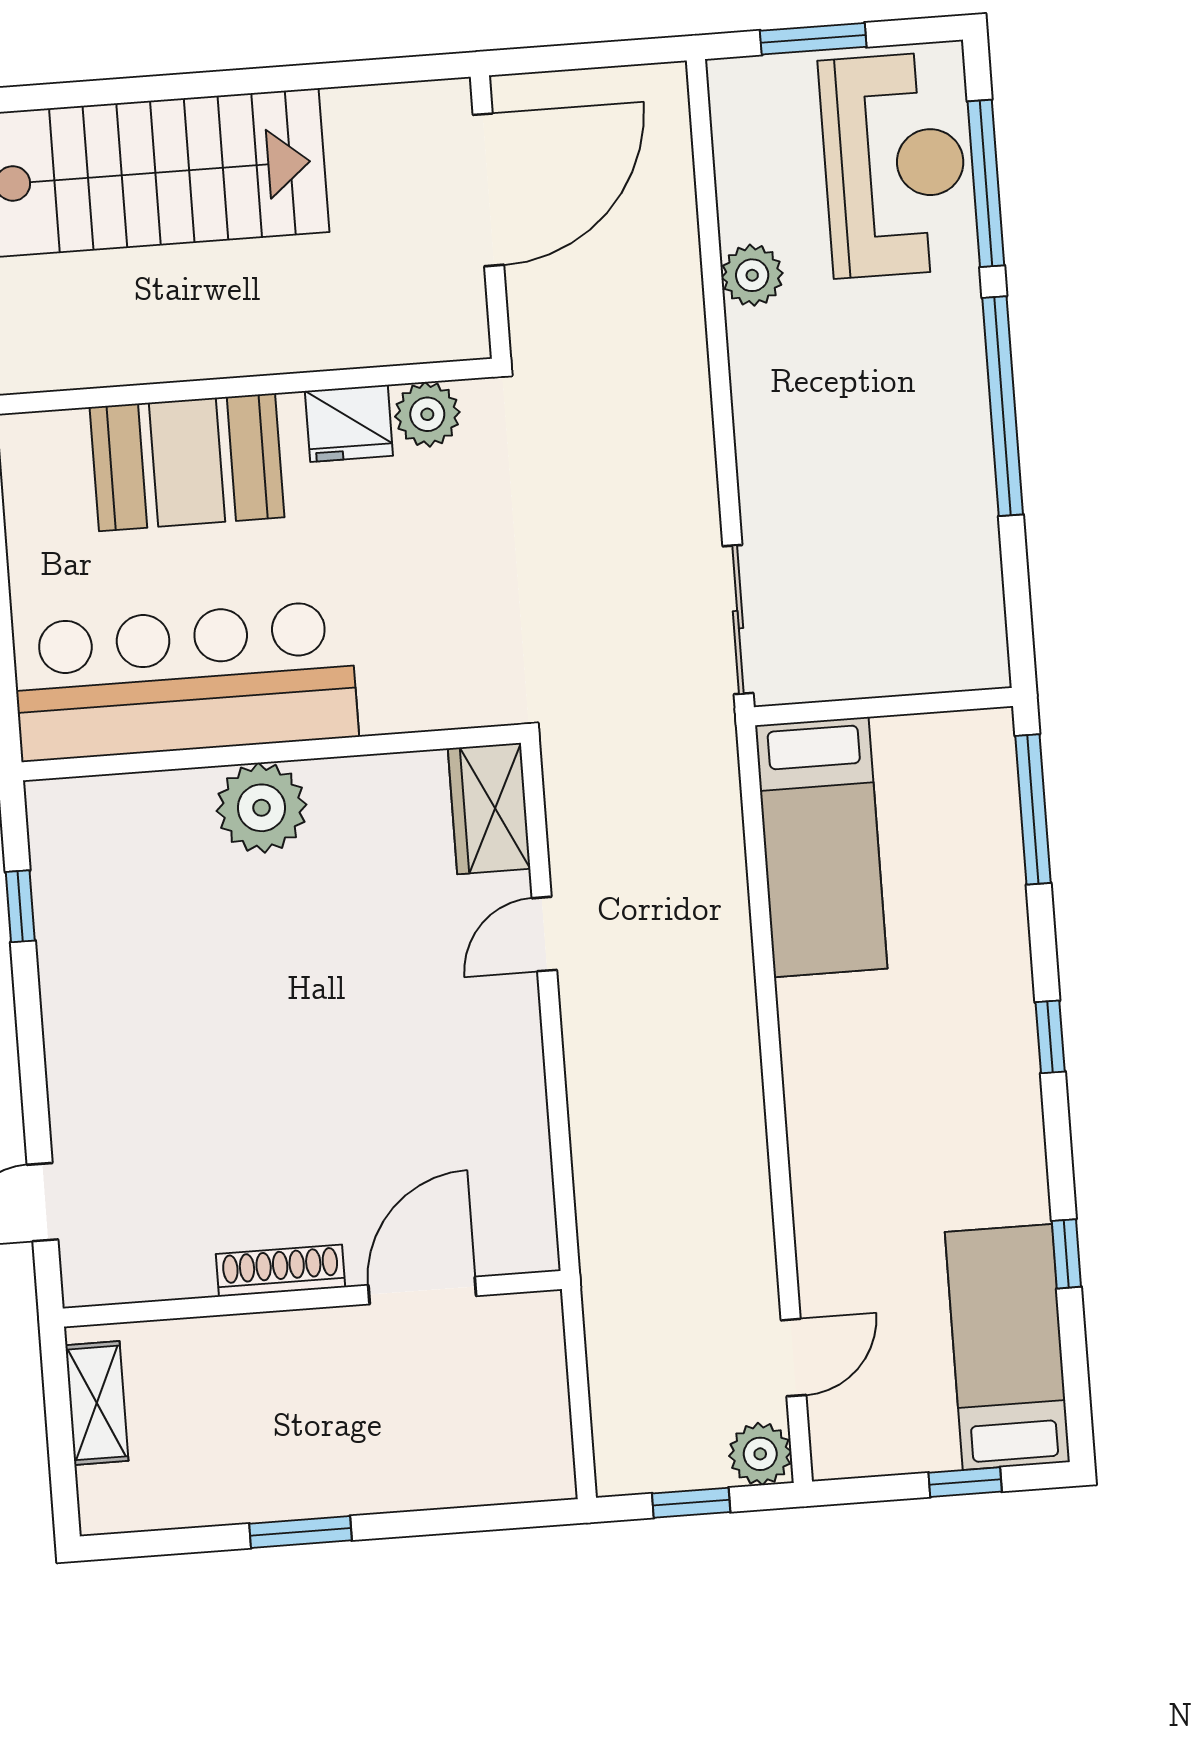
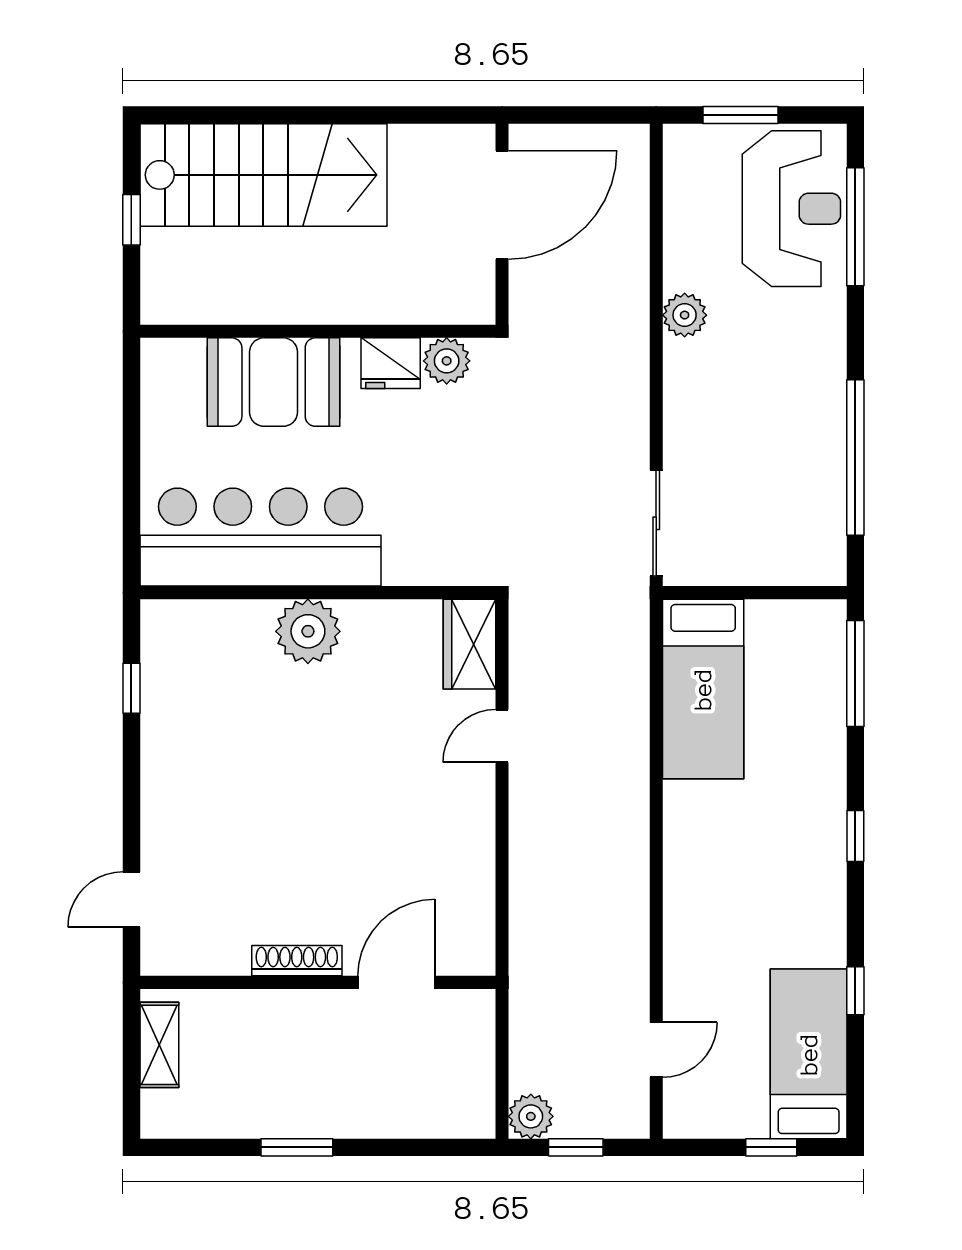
plant: (752, 275) -> (685, 315), moved
window: (1003, 406) -> (855, 457), moved
plant: (760, 1454) -> (531, 1116), moved

